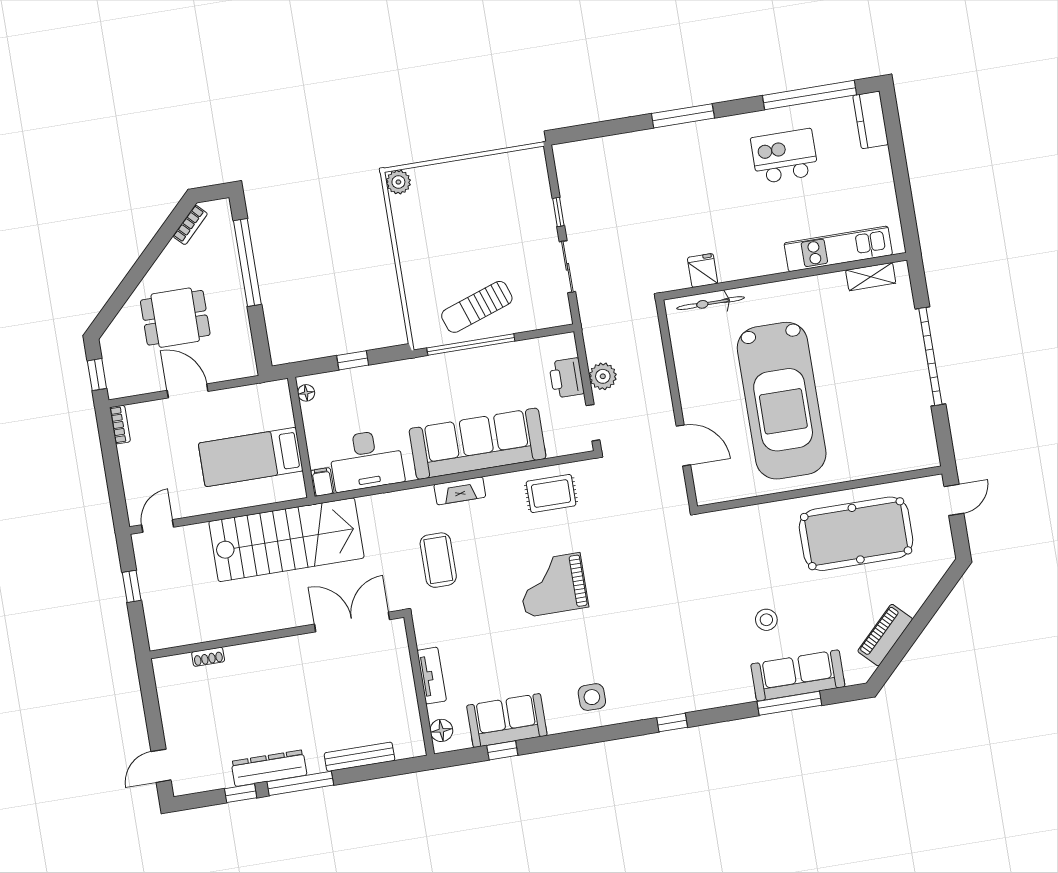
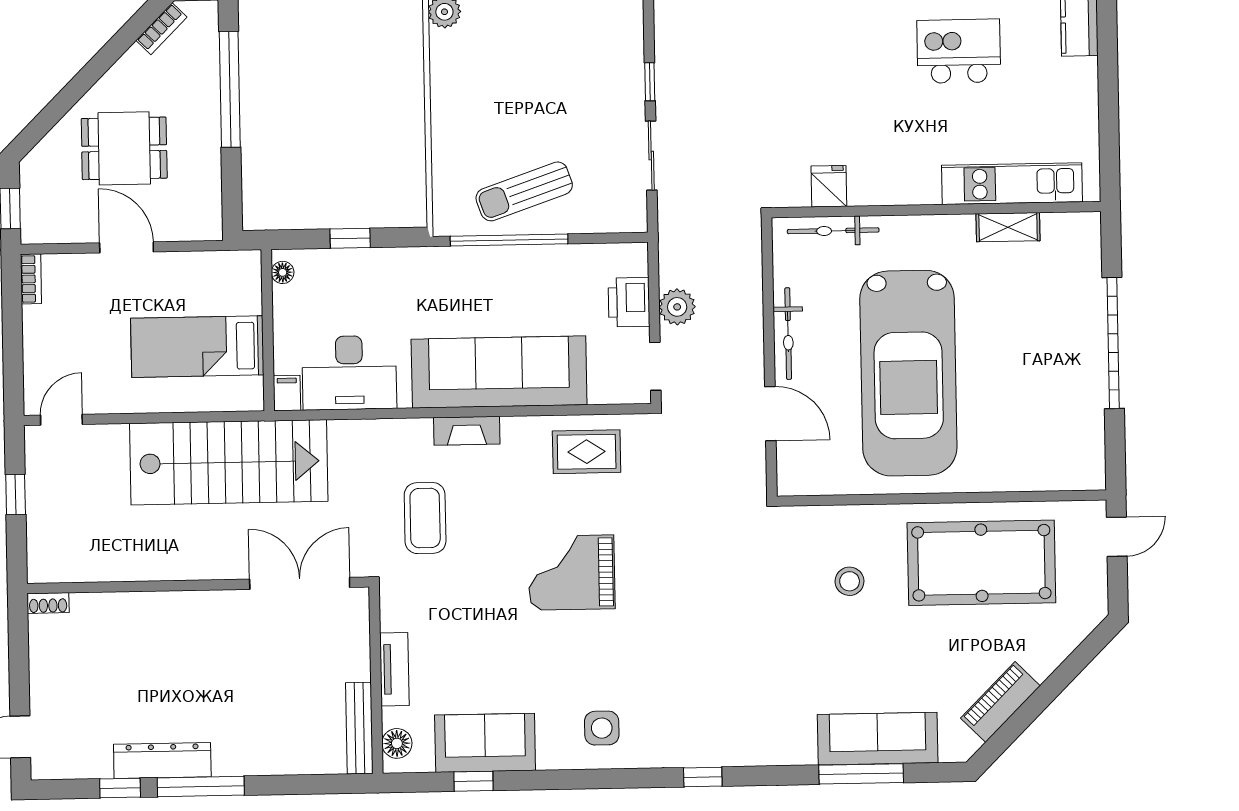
shelving: (871, 277) -> (1008, 227), moved
bicycle: (688, 384) -> (788, 334), added
stool: (766, 620) -> (850, 581), moved
shoe rack: (208, 657) -> (48, 603), moved
bench: (359, 757) -> (359, 728), moved, turned 90

